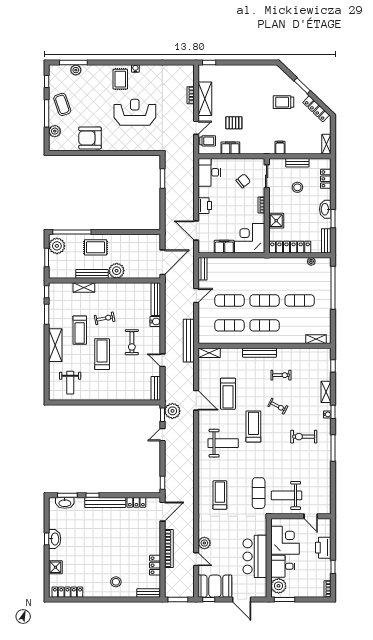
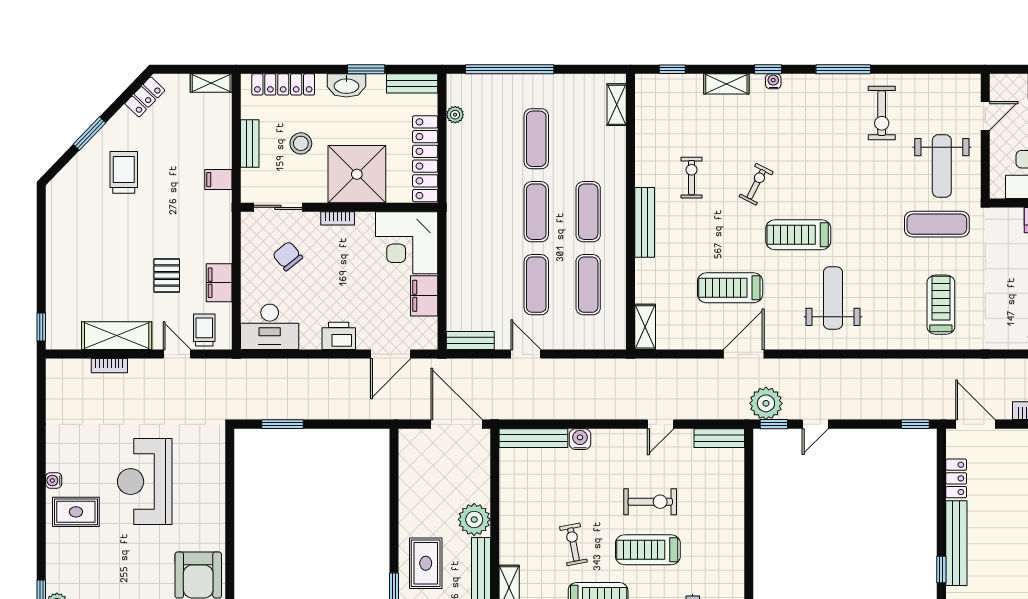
trolley: (283, 102) -> (124, 172), turned 180
locker: (316, 109) -> (145, 97), width x0.66
locker: (326, 179) -> (283, 84), width x1.53
shower: (276, 221) -> (357, 174), width x1.86, depth x1.86
bench: (189, 341) -> (620, 370), removed
exercise bike: (132, 342) -> (650, 502), moved
treadmill: (228, 394) -> (730, 288), turned 180
door: (162, 435) -> (815, 424), hinge flipped
exercise bike: (304, 437) -> (882, 113), moved
treadmill: (220, 495) -> (941, 305), turned 90

